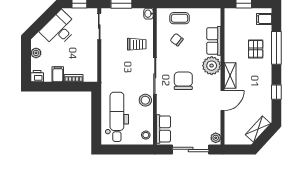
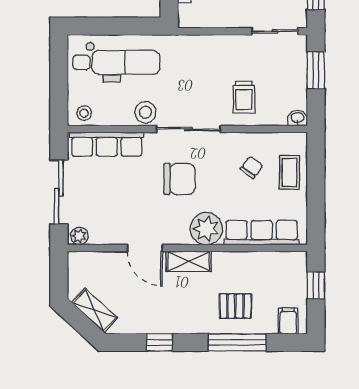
row of seats: (214, 41) -> (262, 233), width x1.48
row of seats: (163, 129) -> (107, 144), width x1.48

